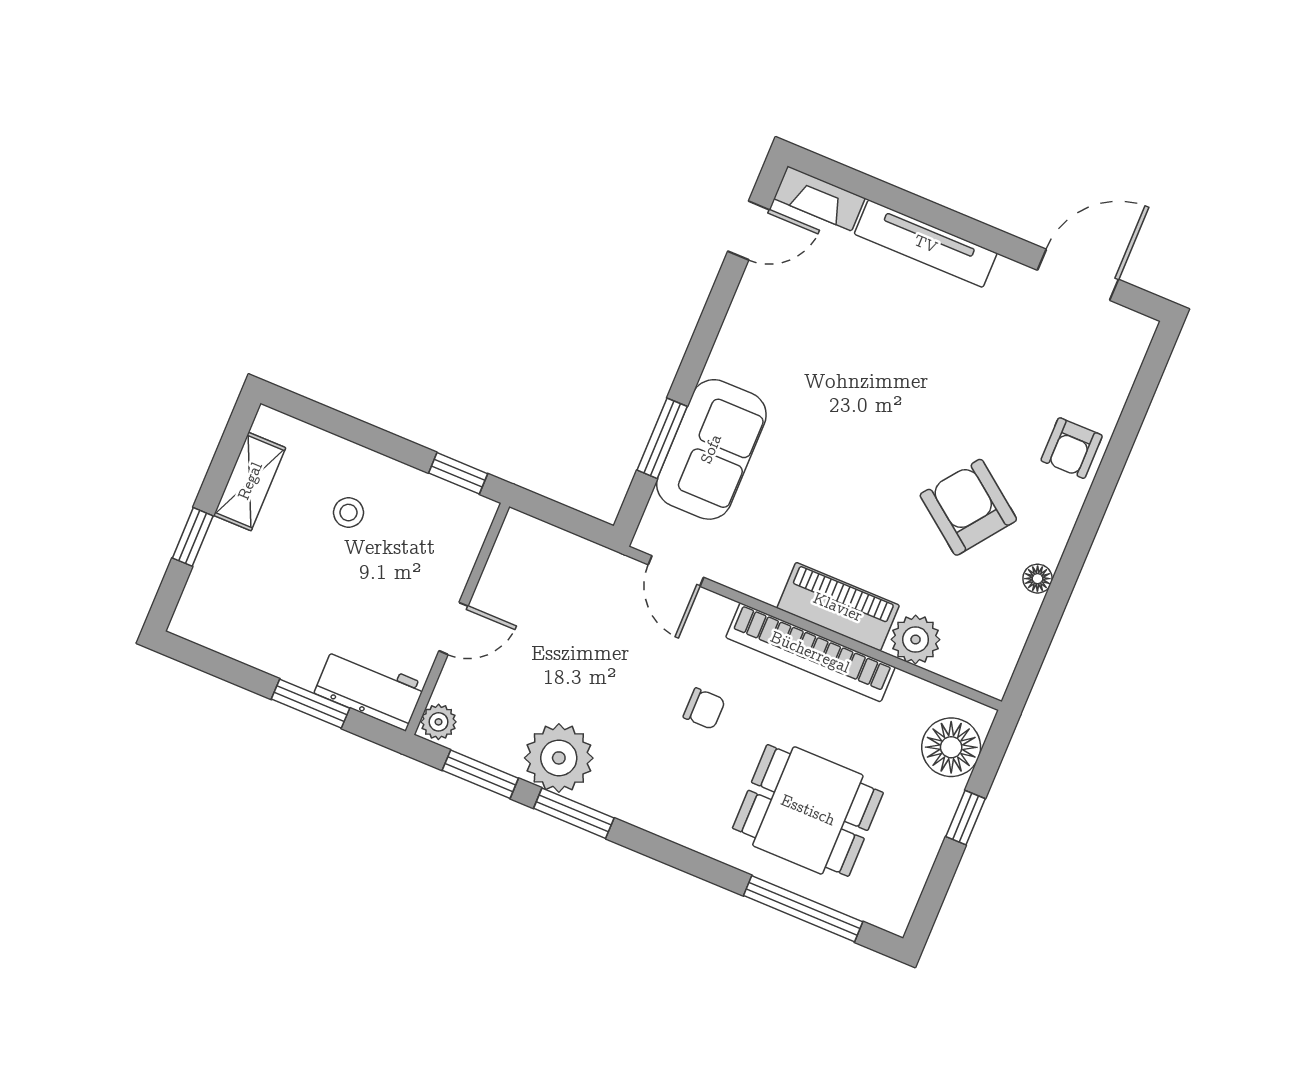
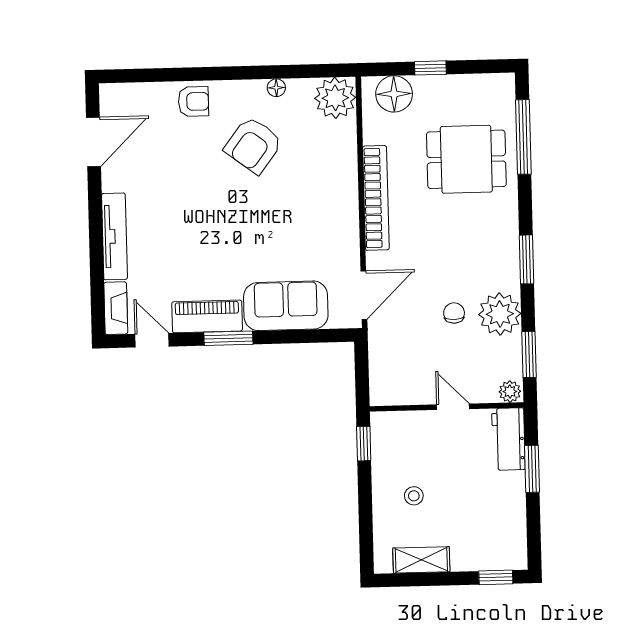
door: (1078, 275) -> (93, 142), swing flipped
window: (662, 438) -> (228, 338), moved
window: (193, 537) -> (496, 577), moved
door: (676, 571) -> (364, 295), width x1.38
piano: (838, 607) -> (207, 316), moved, turned 90
plant: (916, 640) -> (335, 98), moved, width x1.36, depth x1.36
chair: (704, 709) -> (454, 313), moved
dining table: (808, 810) -> (466, 159), turned 90
window: (574, 813) -> (527, 259), moved

